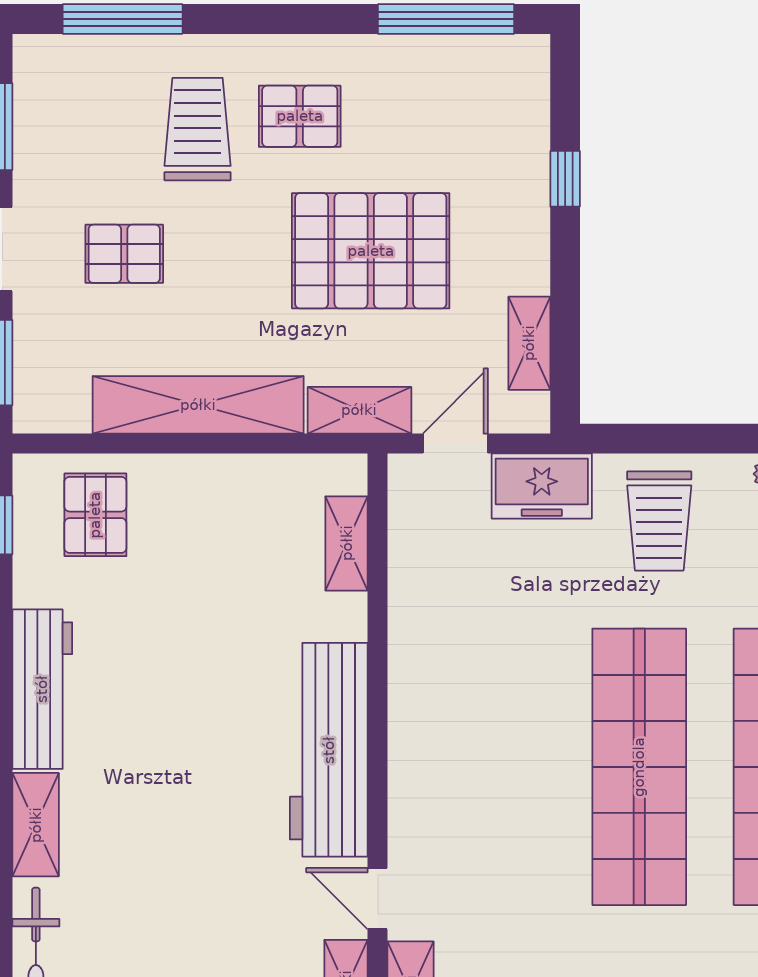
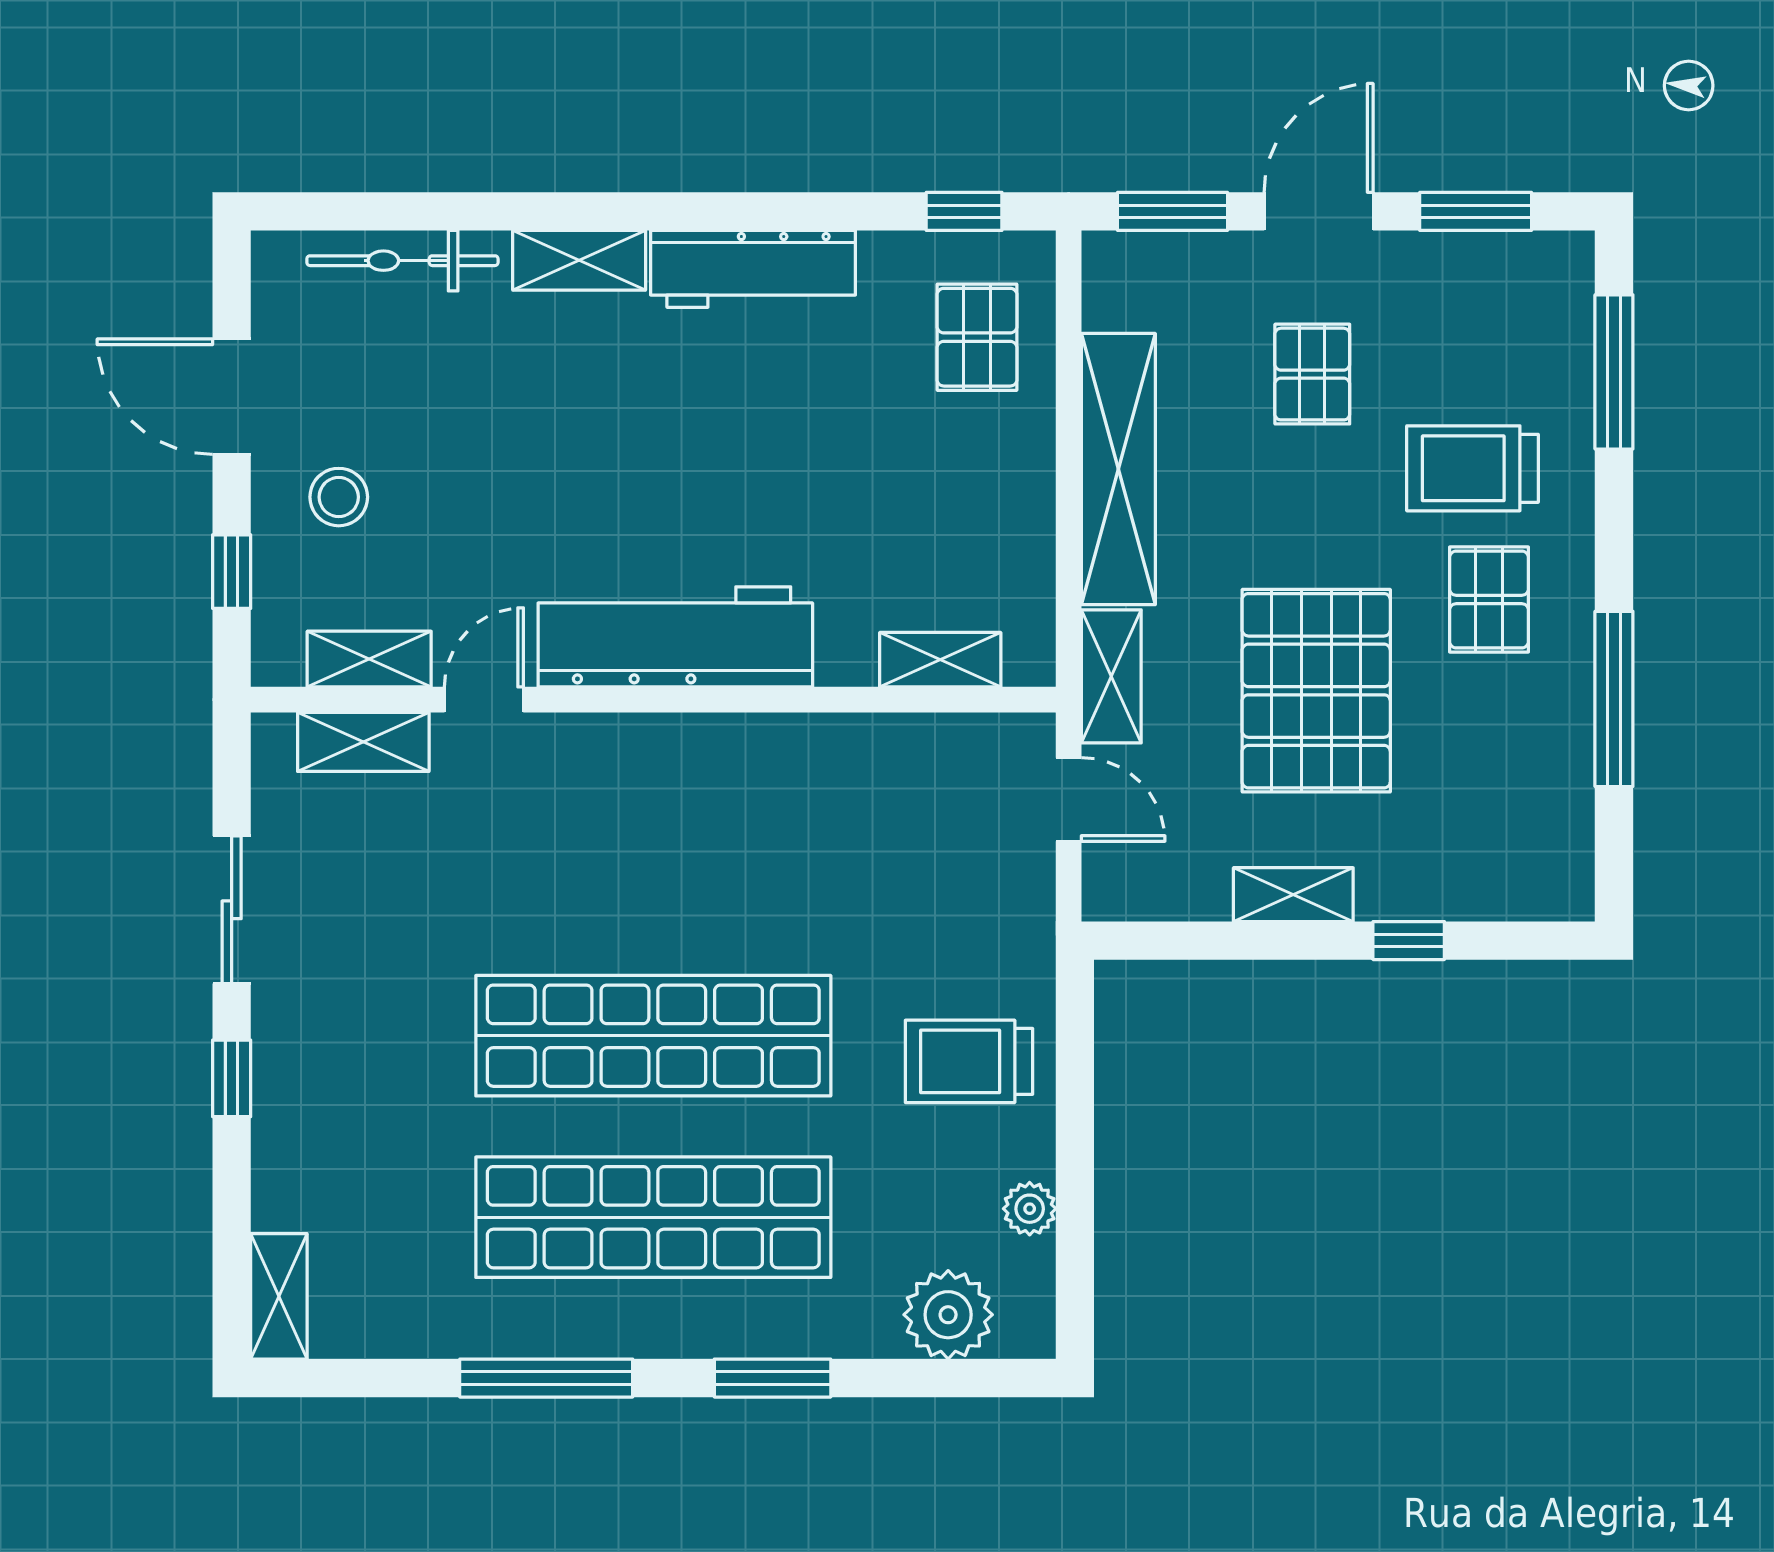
window: (446, 19) -> (1614, 699), moved
trolley: (198, 129) -> (1473, 468), turned 180
shelving: (529, 343) -> (1293, 895), moved
freezer: (542, 486) -> (1014, 910), removed
pallet: (95, 515) -> (977, 337), turned 90

